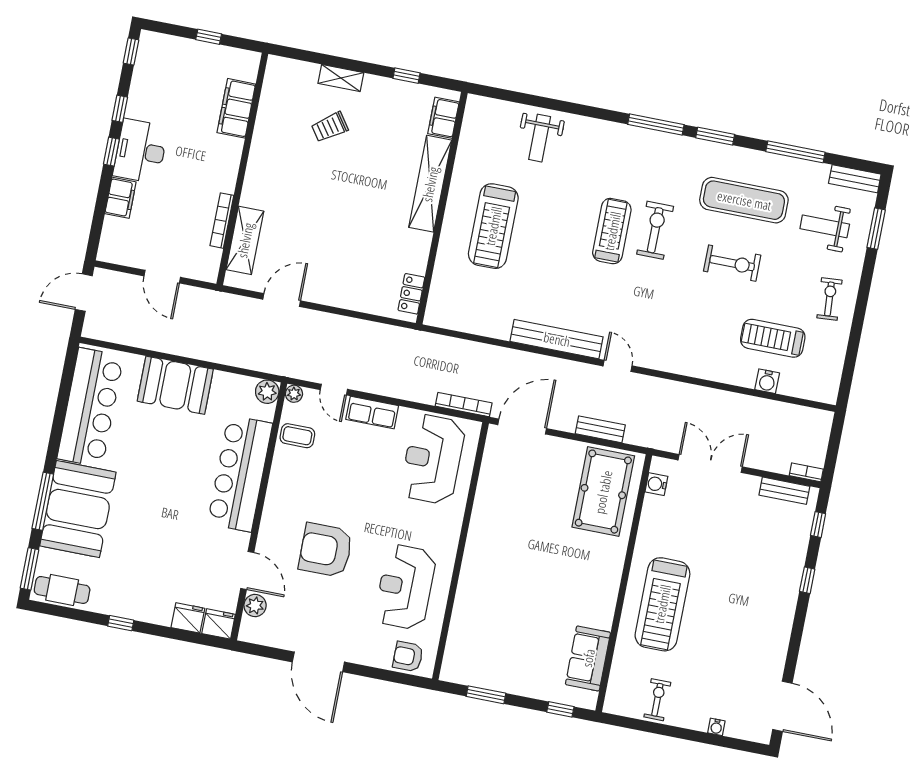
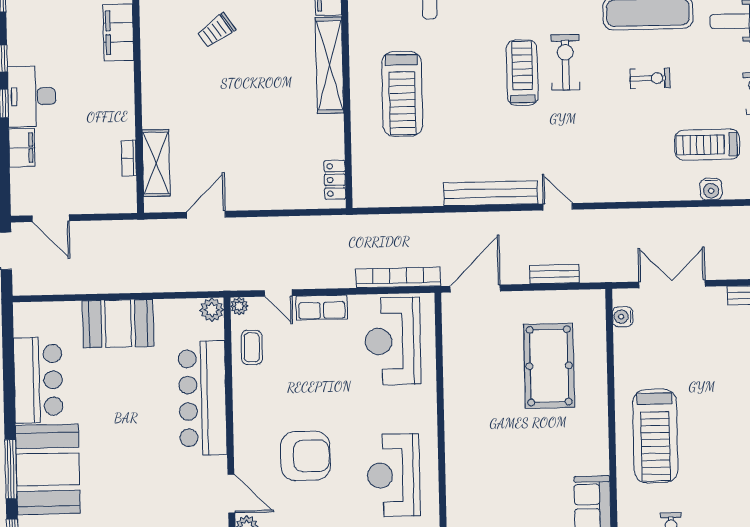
bookcase: (222, 221) -> (129, 158), width x0.64
exercise bike: (732, 263) -> (650, 78), width x0.73, depth x0.72
door: (162, 277) -> (51, 218), moved
bookcase: (464, 405) -> (398, 277), width x1.48, depth x1.31
bar counter: (90, 407) -> (38, 380), width x0.73
coffee table: (297, 436) -> (252, 347), turned 90
pool table: (603, 492) -> (549, 366), moved
armchair: (326, 550) -> (305, 456), turned 180

